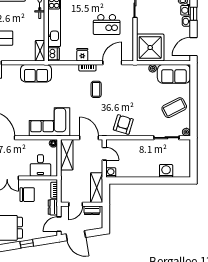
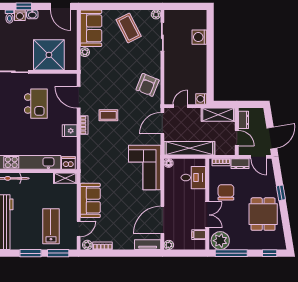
shower: (150, 48) -> (49, 55), moved
sofa: (36, 73) -> (90, 200), moved
armchair: (123, 124) -> (148, 85), turned -85
shelving: (67, 155) -> (189, 148), width x1.47

